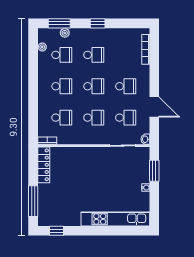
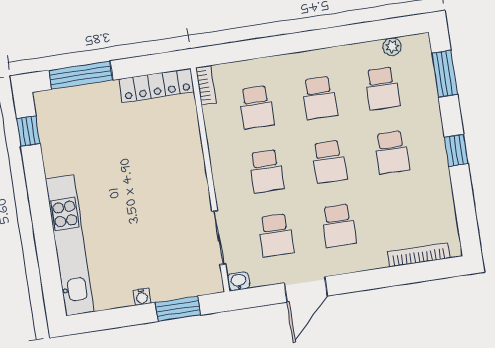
plant: (65, 33) -> (427, 87), removed

